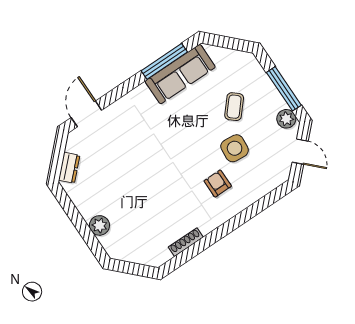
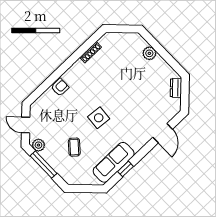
window: (164, 61) -> (126, 169), width x0.46
door: (86, 114) -> (163, 133), moved
side table: (235, 148) -> (99, 118), moved
armchair: (218, 183) -> (60, 87), moved, turned -90

